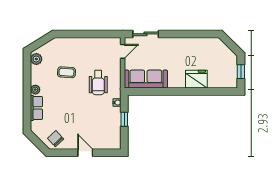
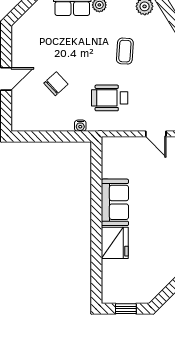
sofa: (146, 79) -> (115, 202), moved, width x0.73
window: (124, 119) -> (55, 136), removed
chair: (56, 139) -> (56, 84), moved

